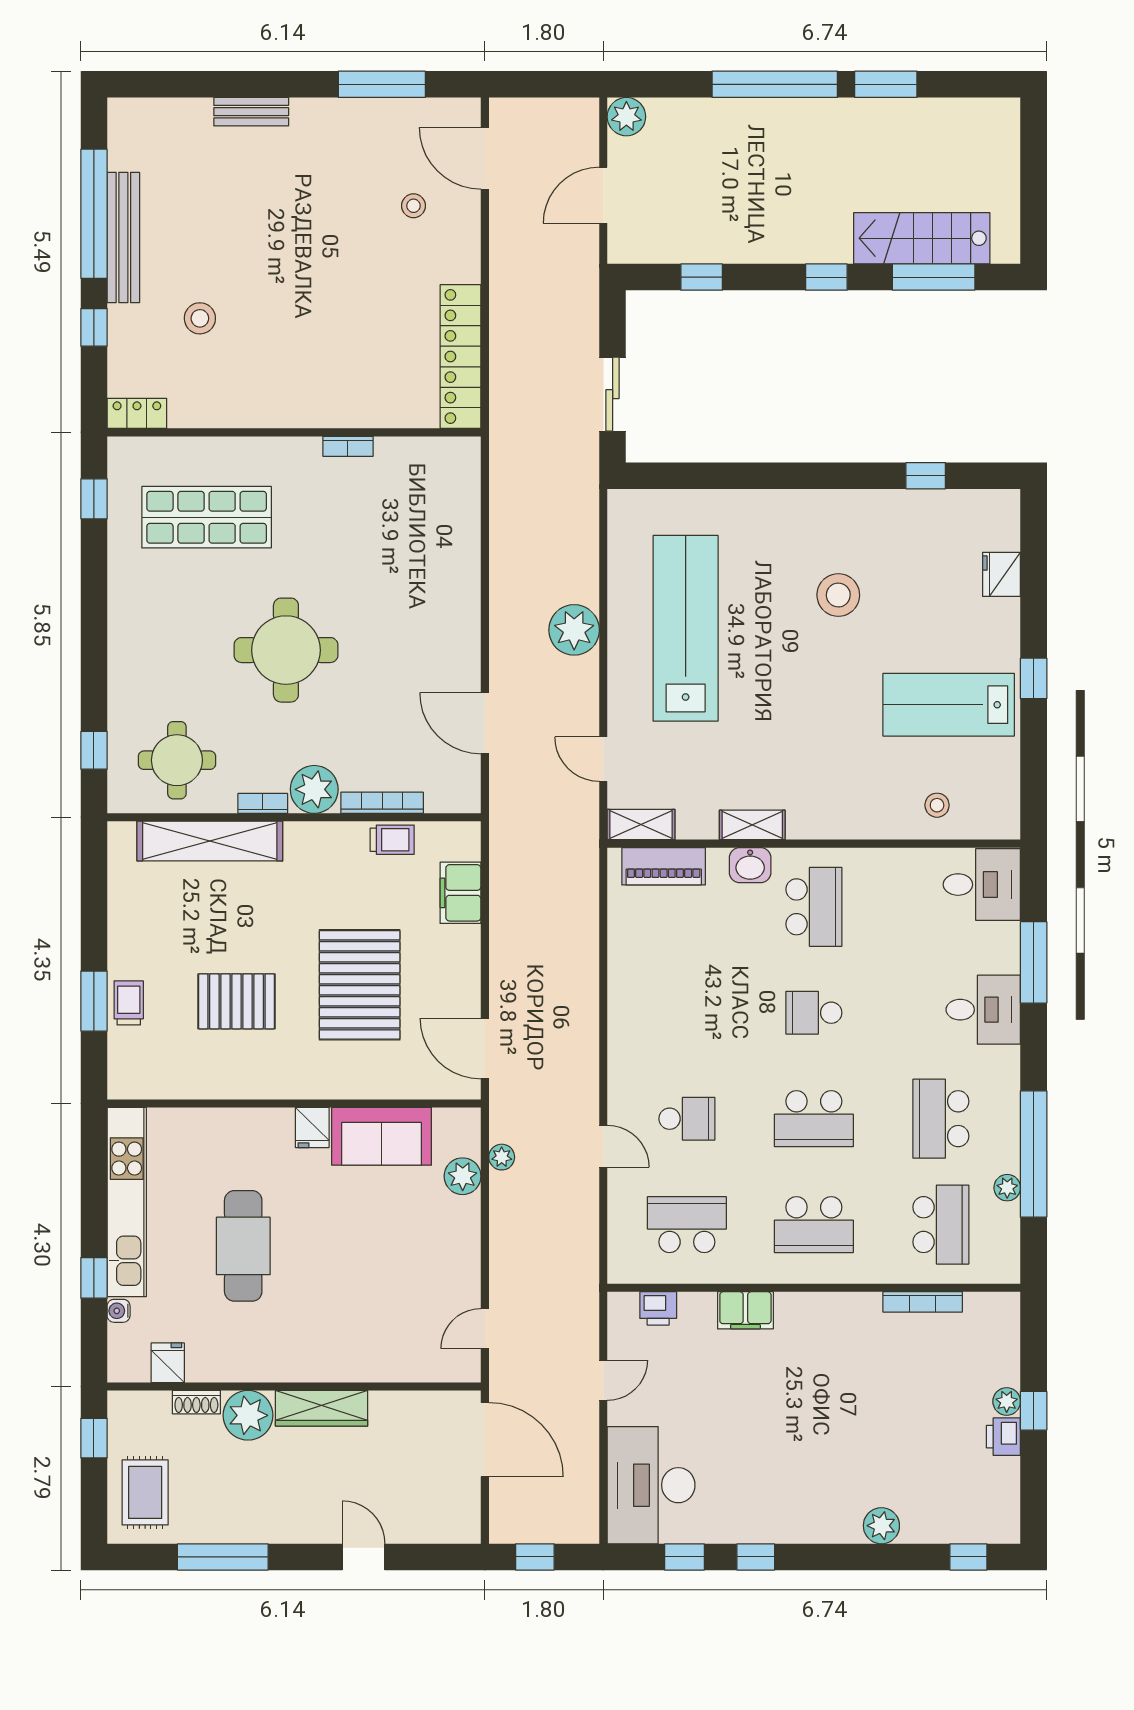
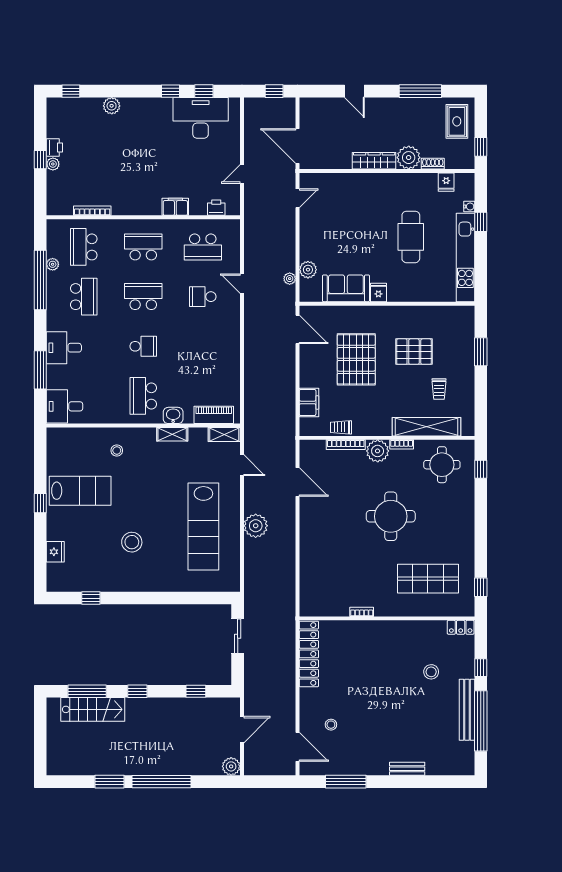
stool: (937, 805) -> (117, 450), moved
trolley: (129, 1003) -> (439, 389), moved
desk: (651, 1485) -> (201, 118), moved, turned -90

